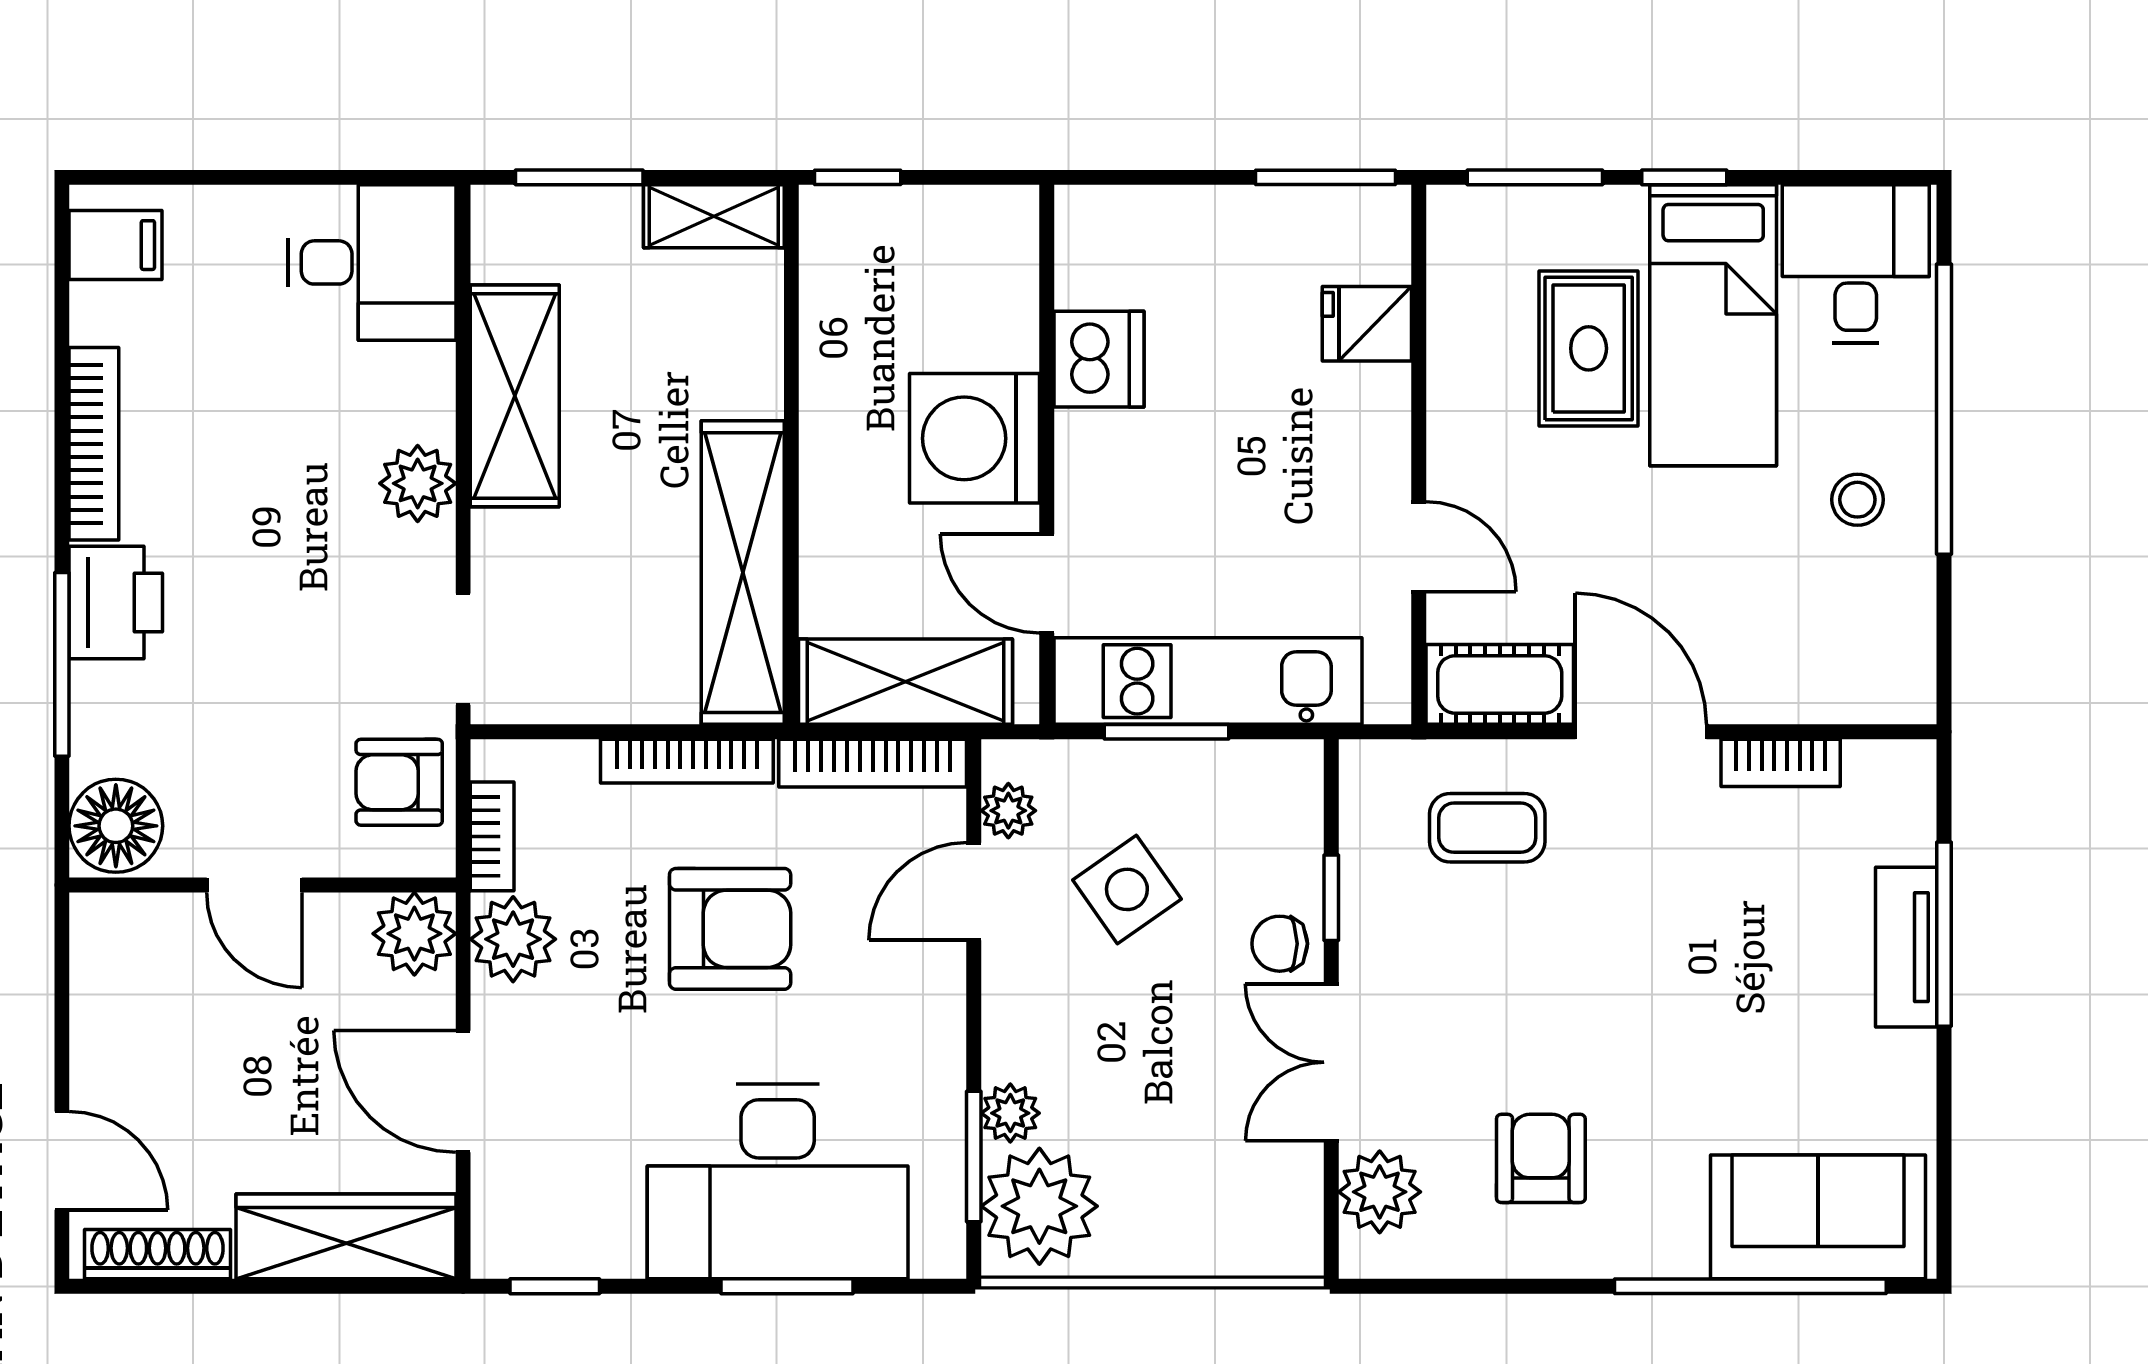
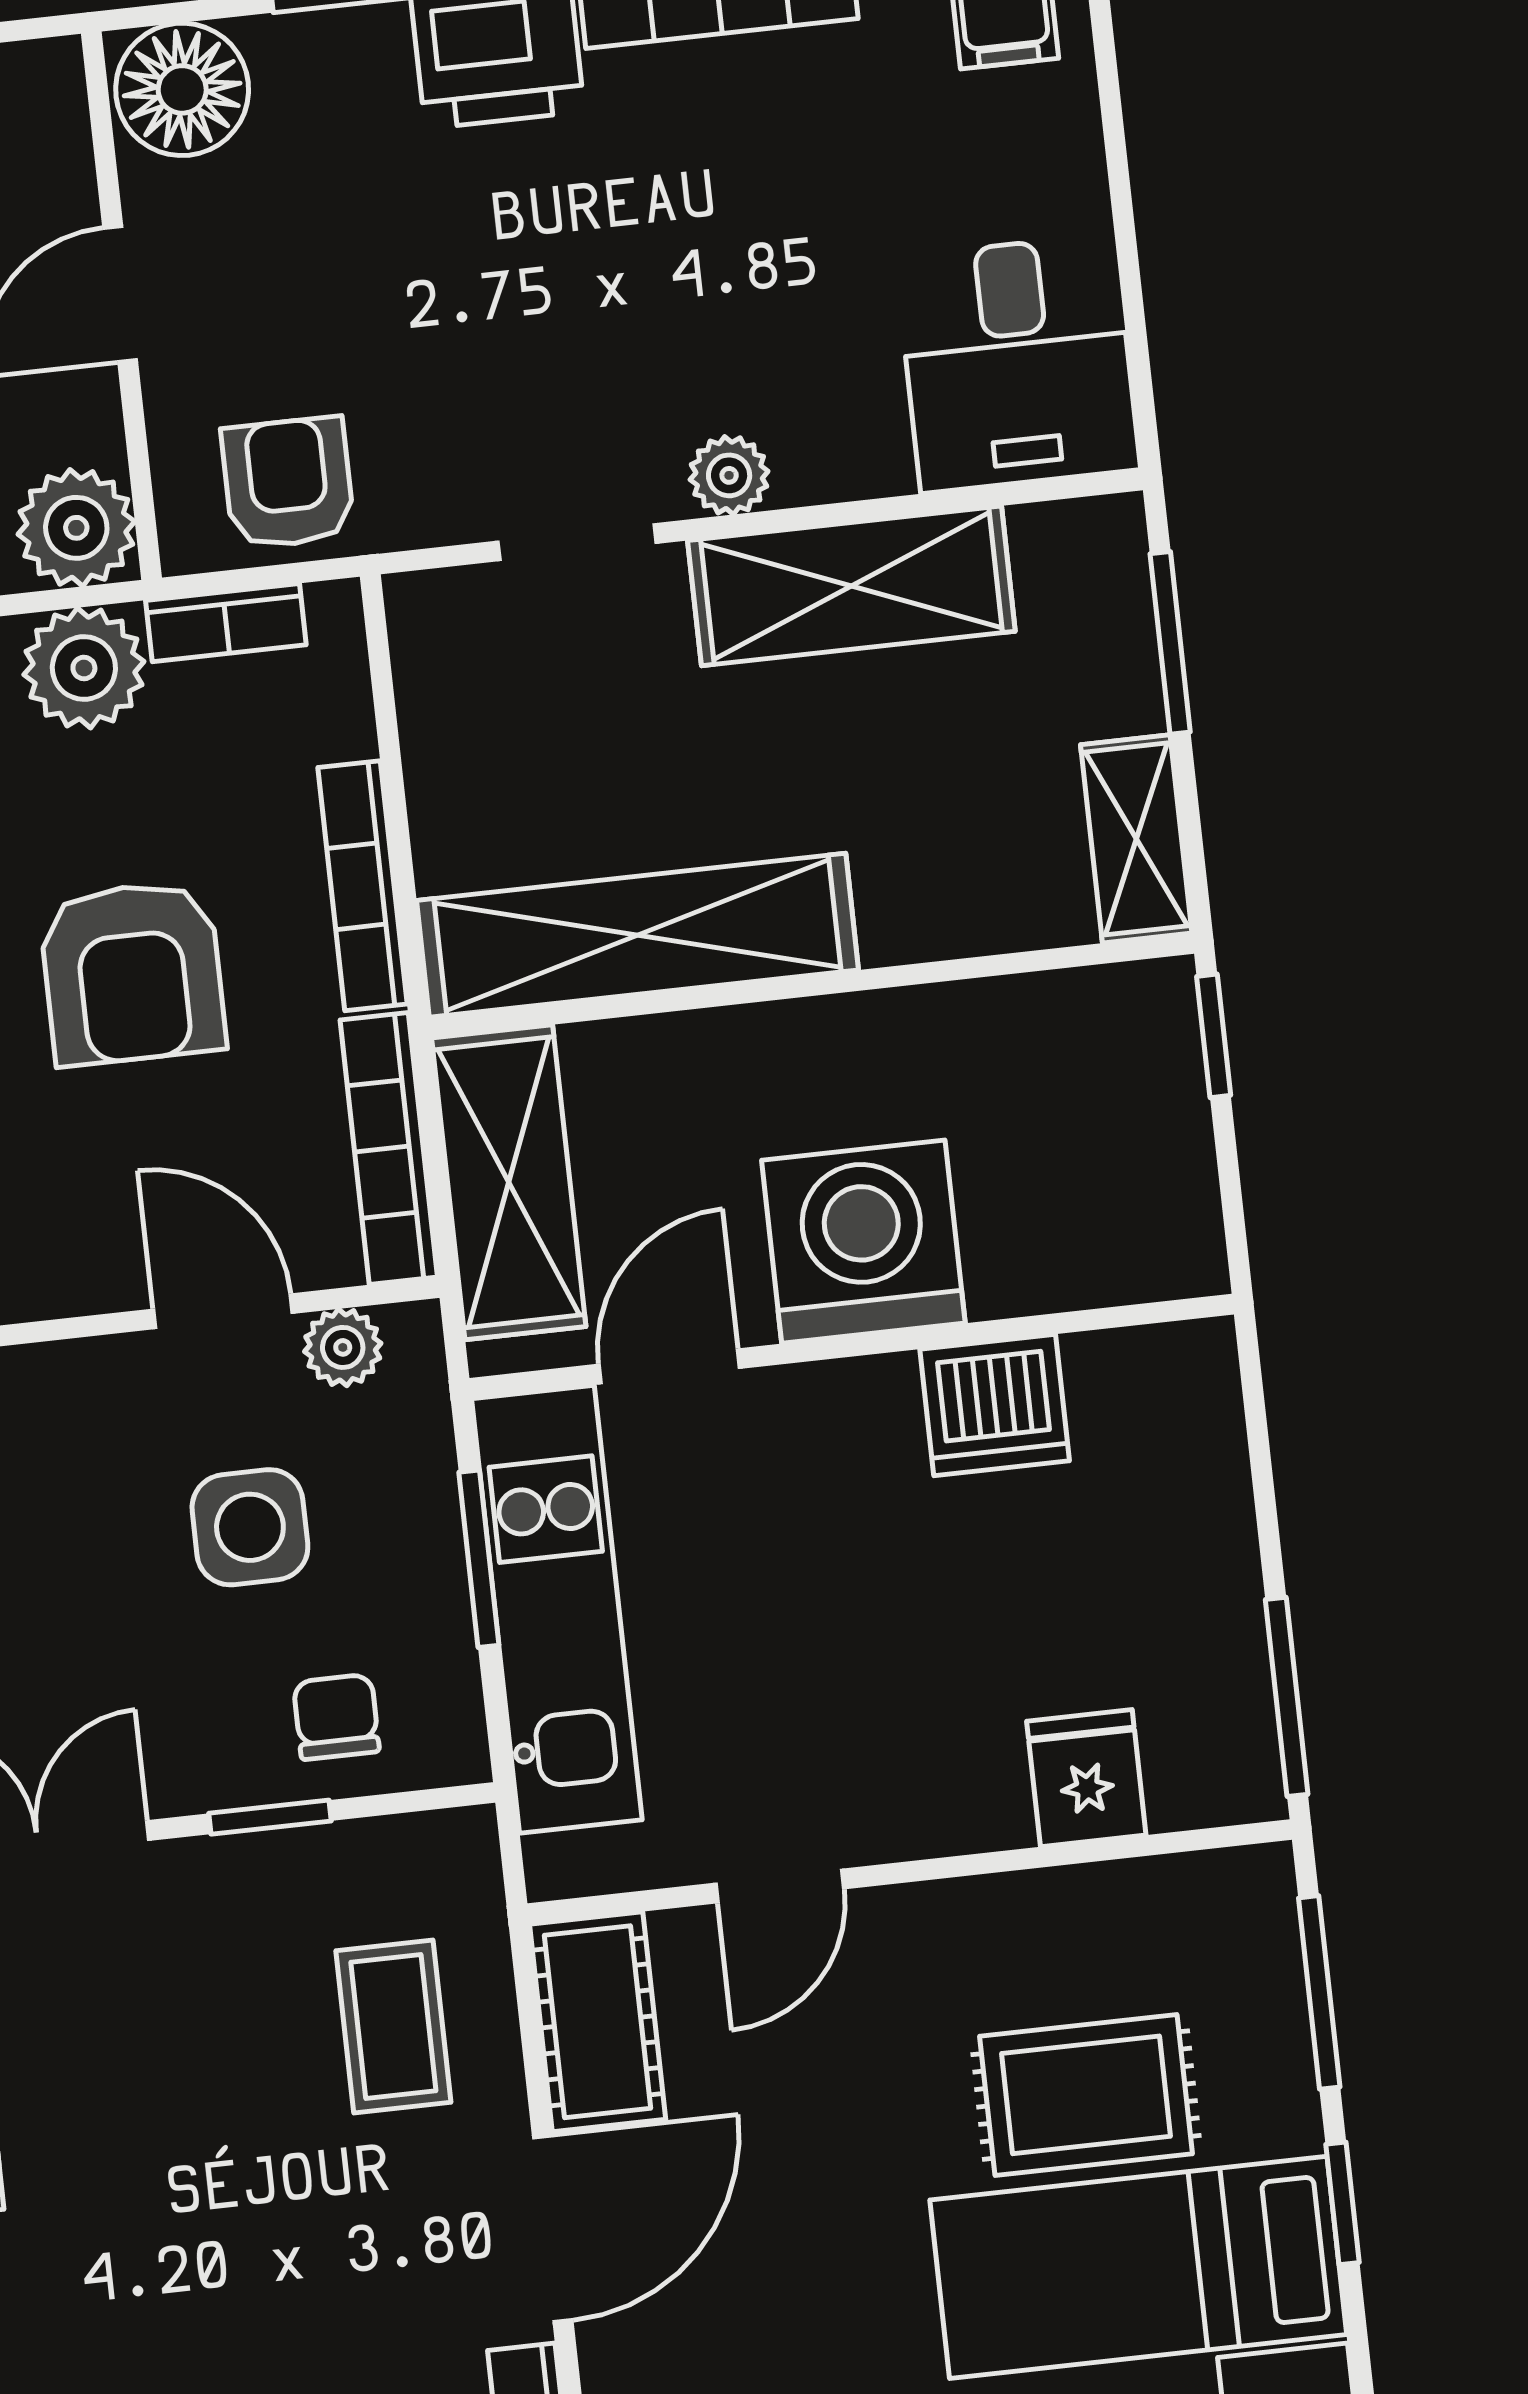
plant: (418, 483) -> (729, 475), width x0.73, depth x0.73
doorway: (463, 649) -> (577, 542), moved
side table: (1127, 889) -> (250, 1527), turned 35
chair: (1280, 944) -> (336, 1717), moved

